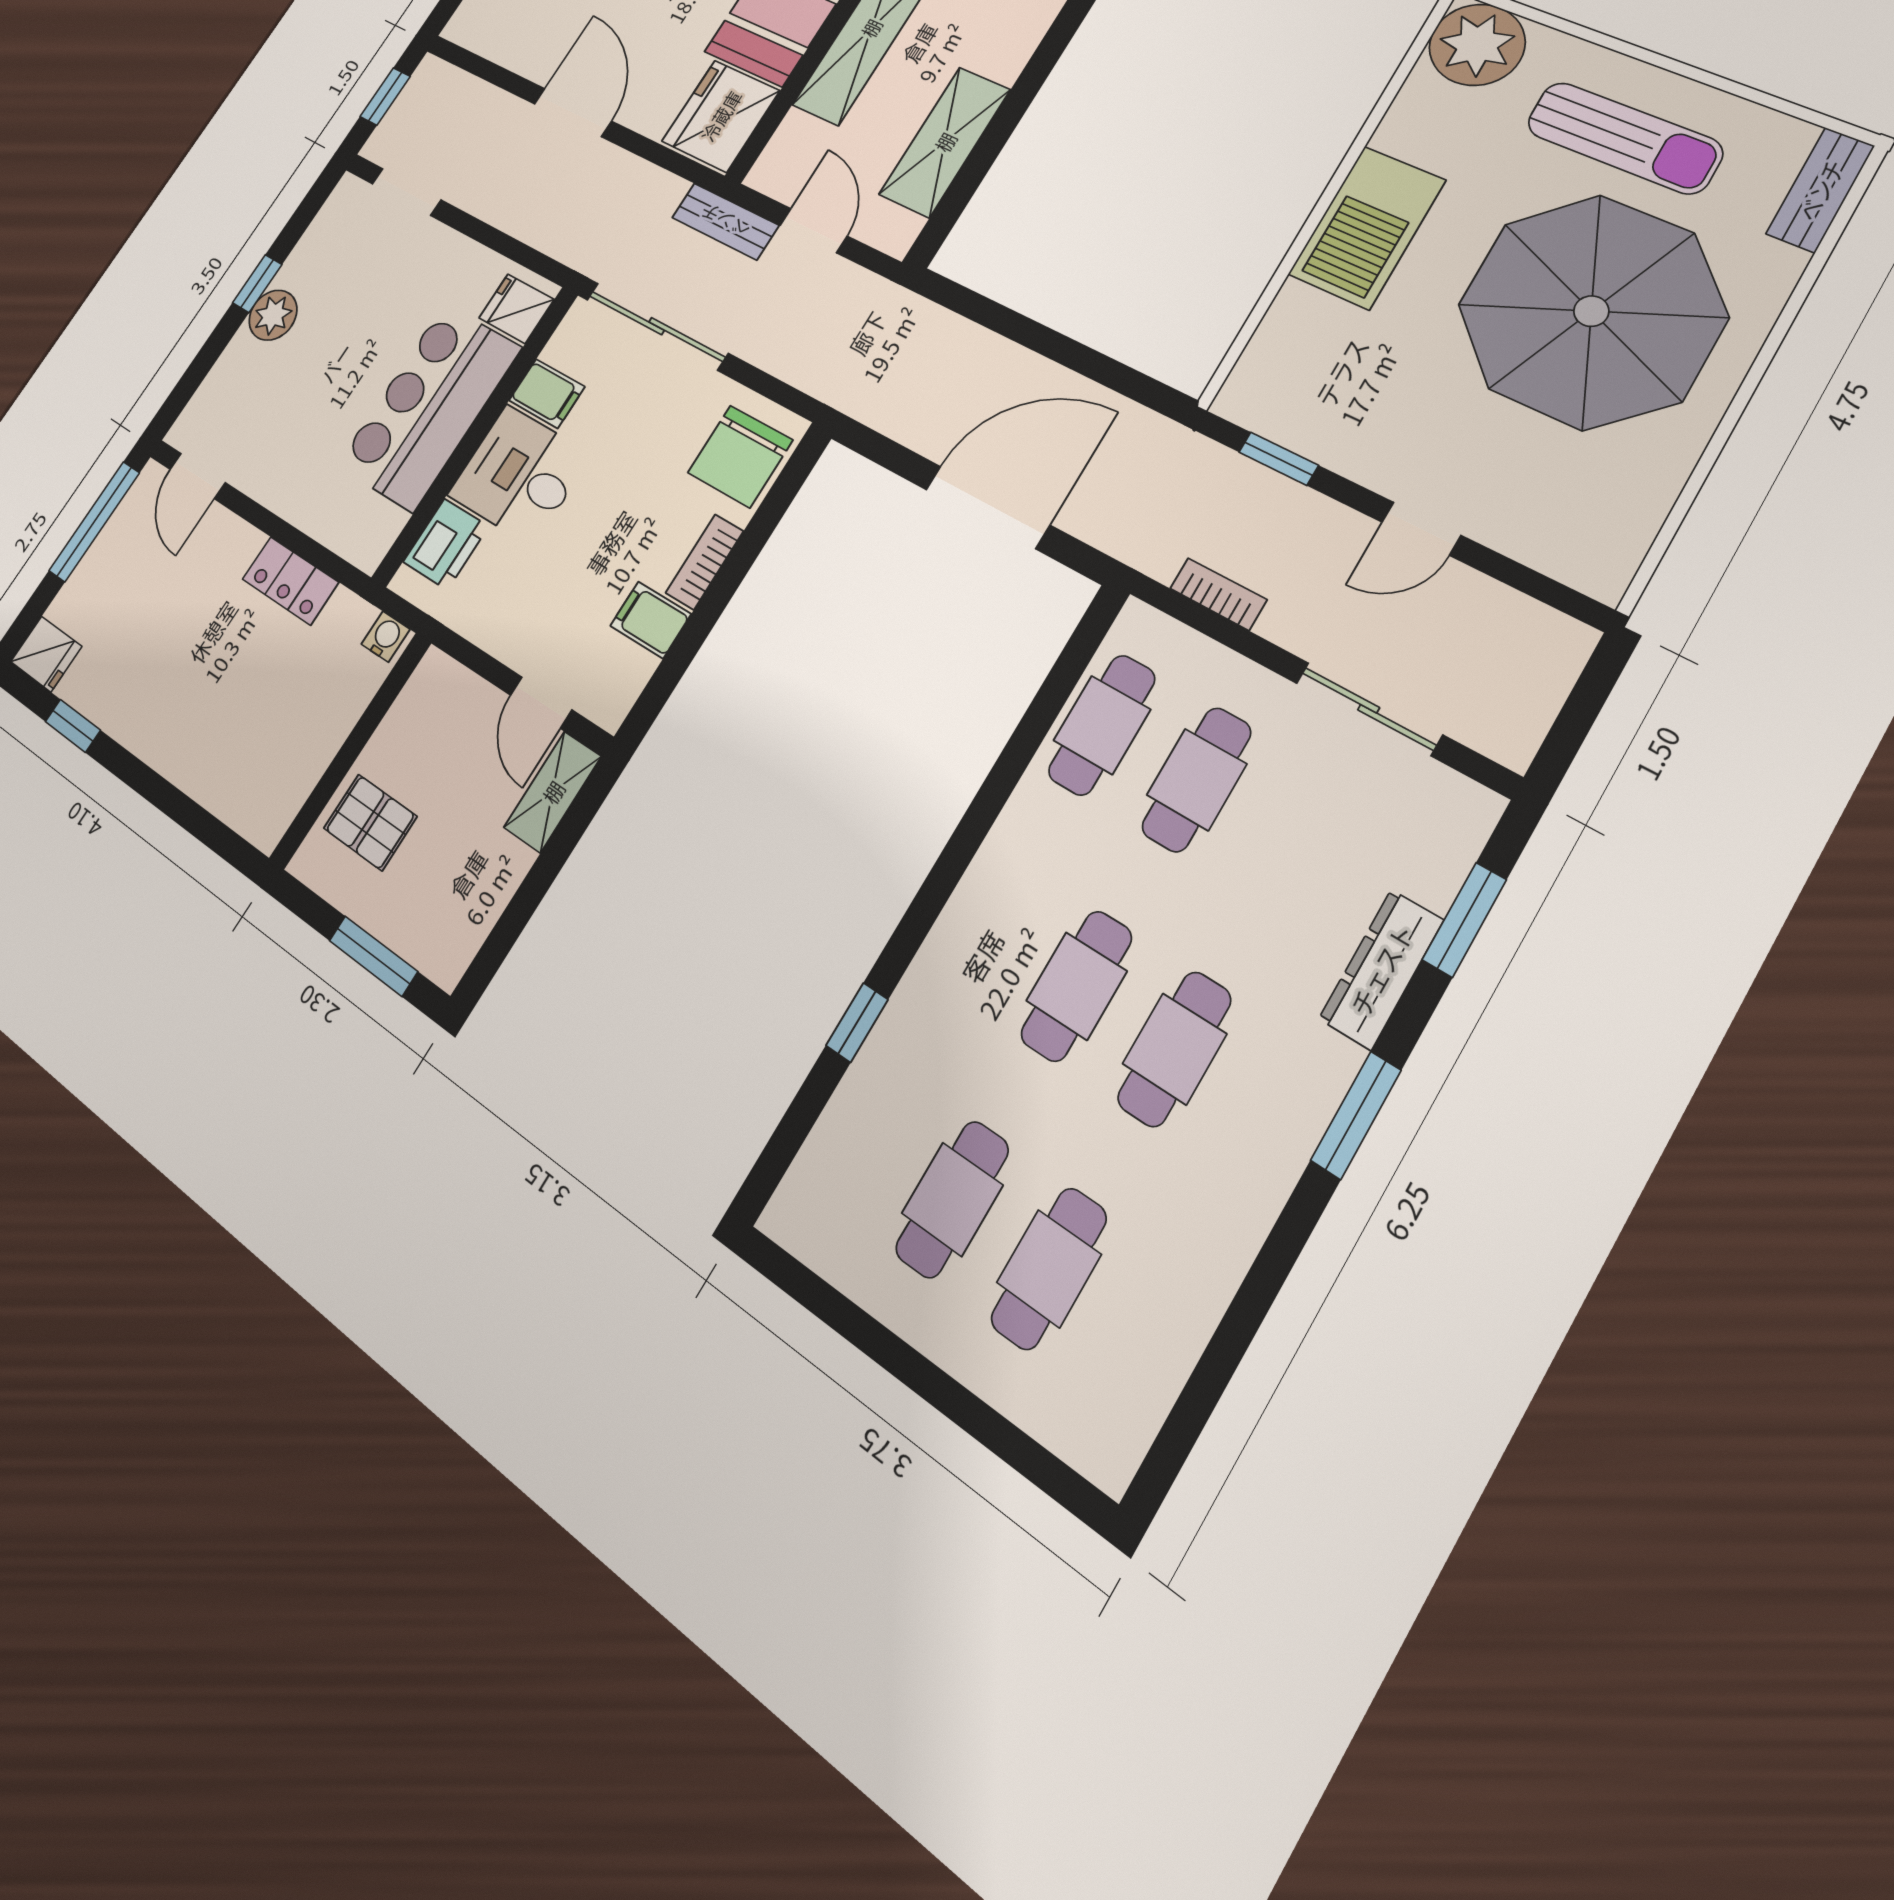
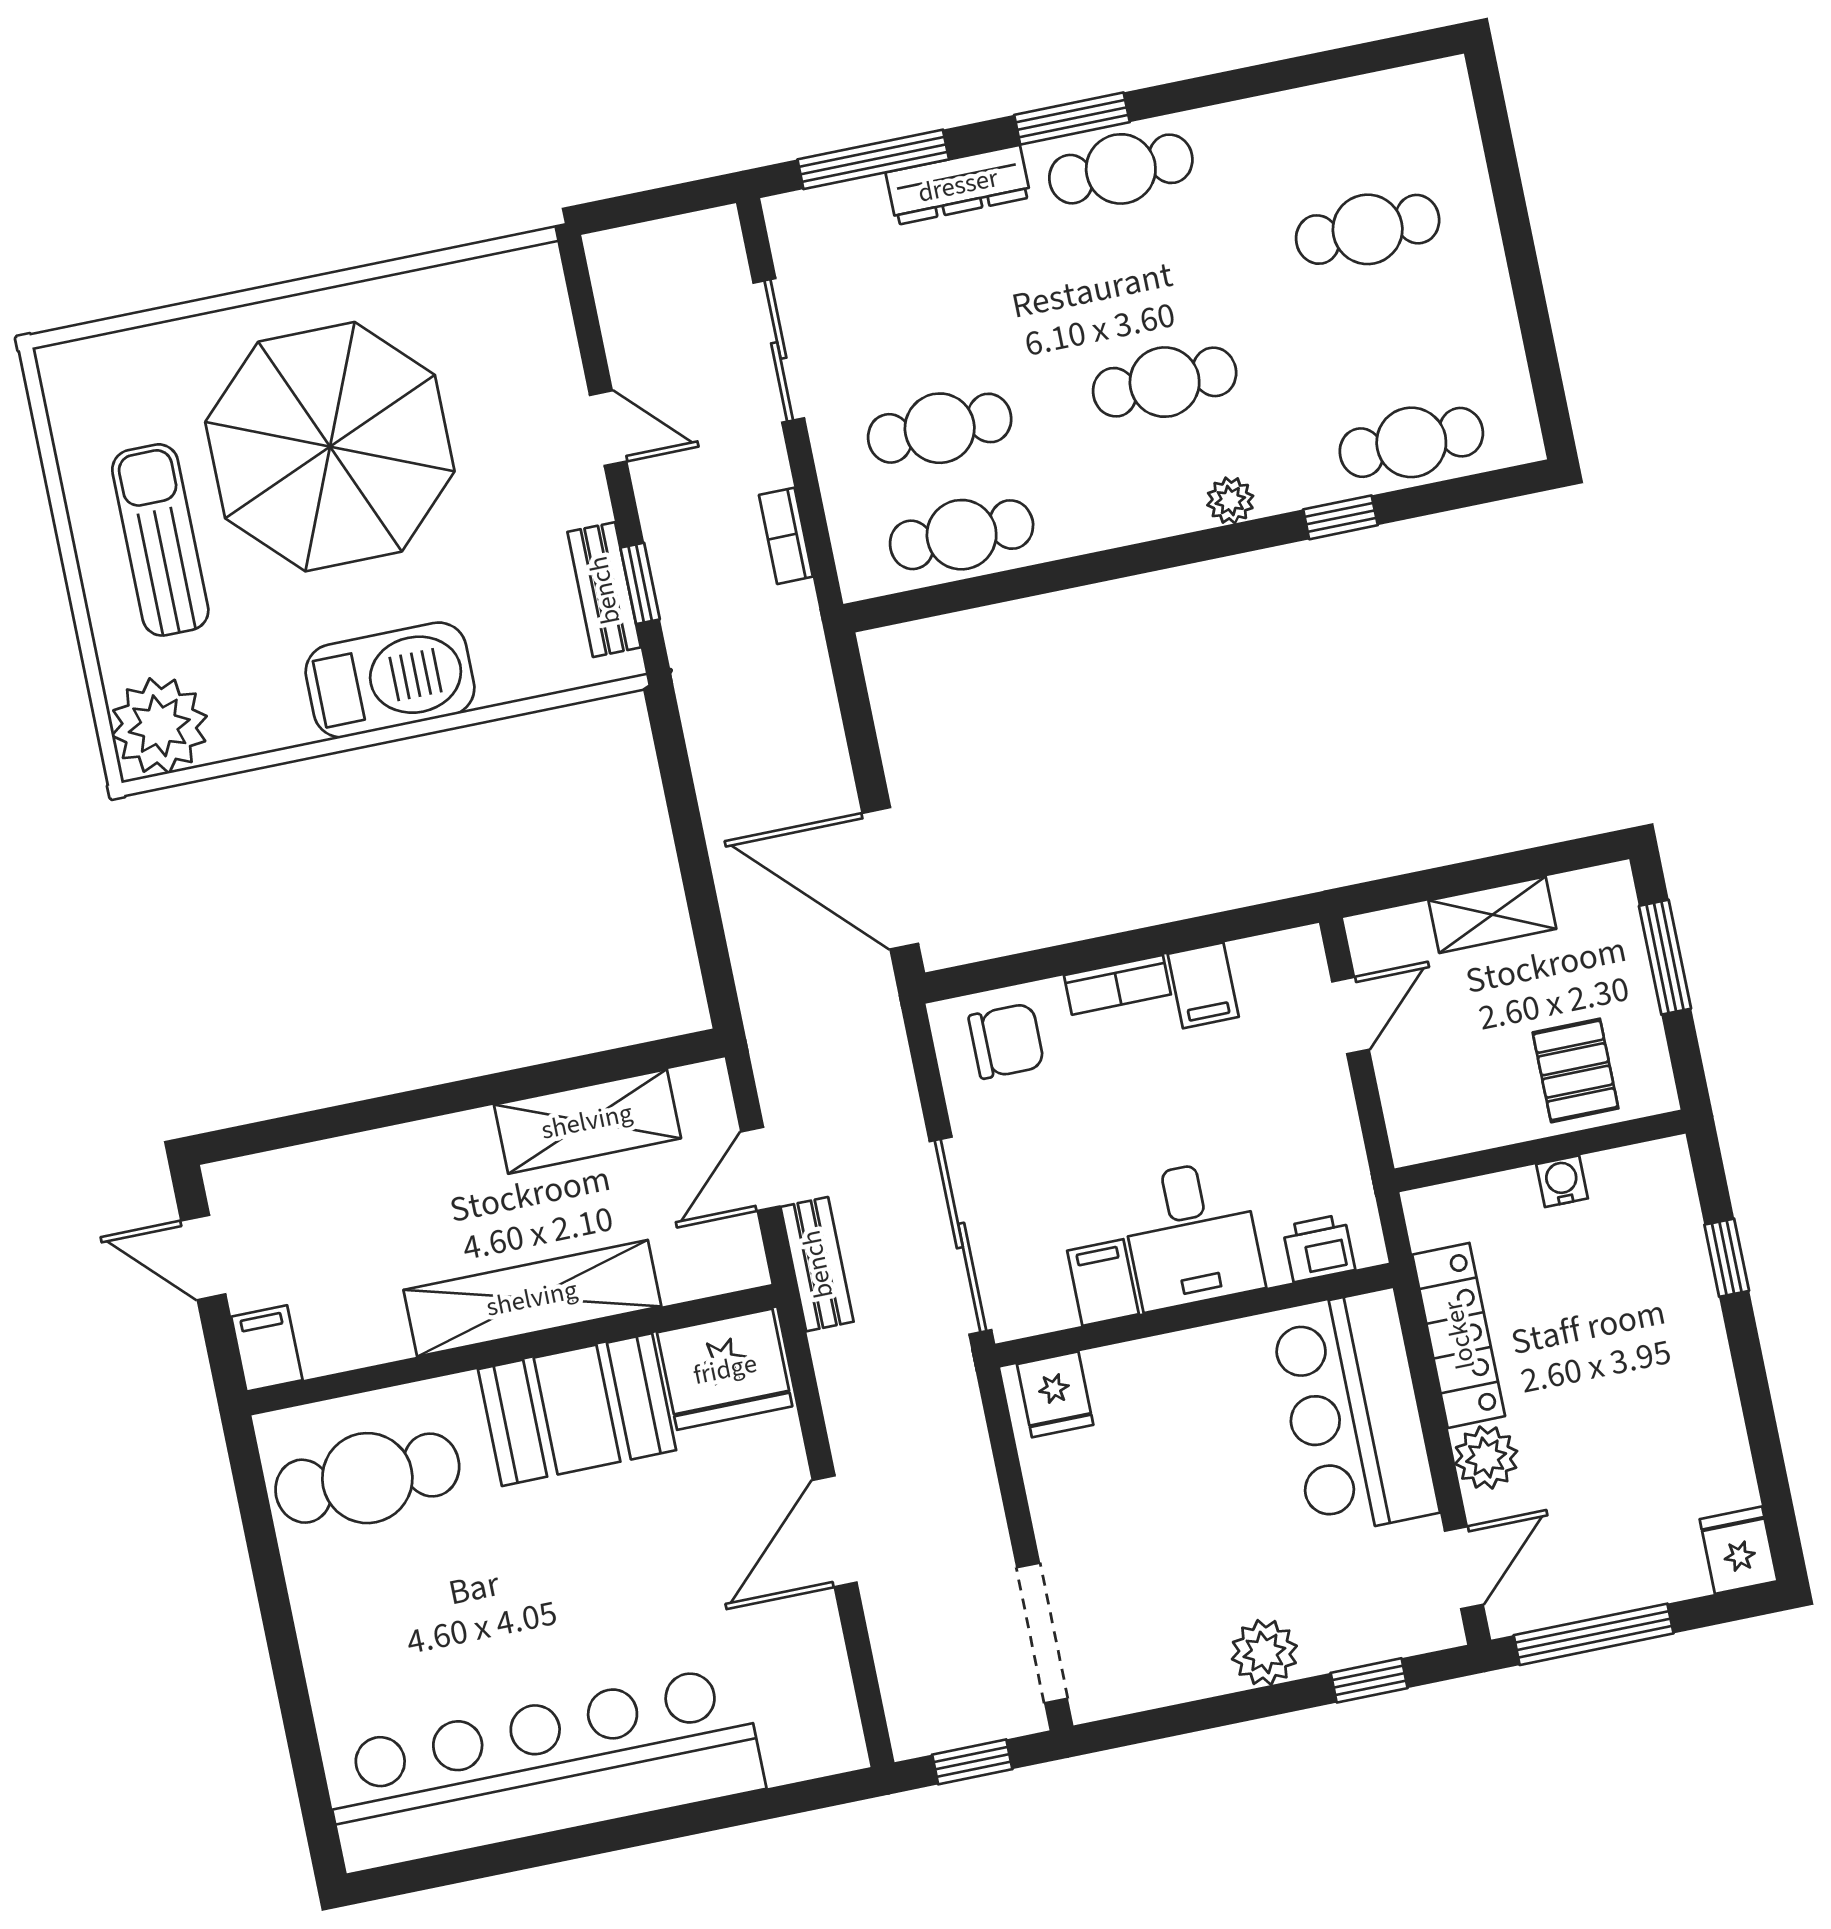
bench: (1820, 190) -> (604, 590), moved, turned 90
doorway: (407, 192) -> (1042, 1633), width x1.38
window: (257, 284) -> (1369, 1680), moved
bar counter: (429, 407) -> (1354, 1413), moved, turned 90
chair: (740, 456) -> (1006, 1041), width x0.73, depth x0.73
door: (987, 507) -> (890, 878), moved
printer: (446, 544) -> (1319, 1248), width x0.73, depth x0.81
plant: (235, 546) -> (1486, 1458), added
locker: (290, 581) -> (1459, 1335), width x1.53
water cooler: (386, 637) -> (1562, 1181), moved, turned 90
window: (73, 726) -> (1727, 1258), moved
shelving: (553, 792) -> (1492, 915), moved
window: (1464, 920) -> (873, 159), width x1.44
plant: (944, 951) -> (1230, 501), added
cafe table: (1174, 1049) -> (1121, 169), moved
cafe table: (952, 1199) -> (1411, 442), moved

